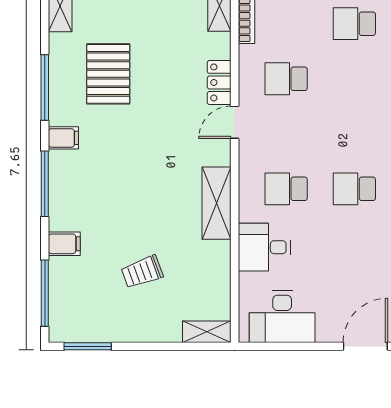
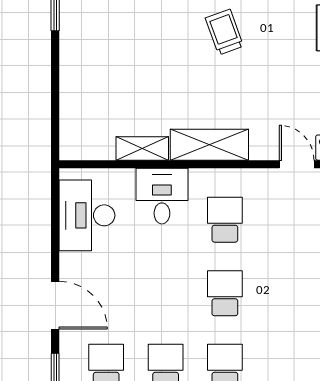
trolley: (142, 272) -> (224, 32), moved
shelving: (207, 332) -> (142, 149), moved, turned 90

